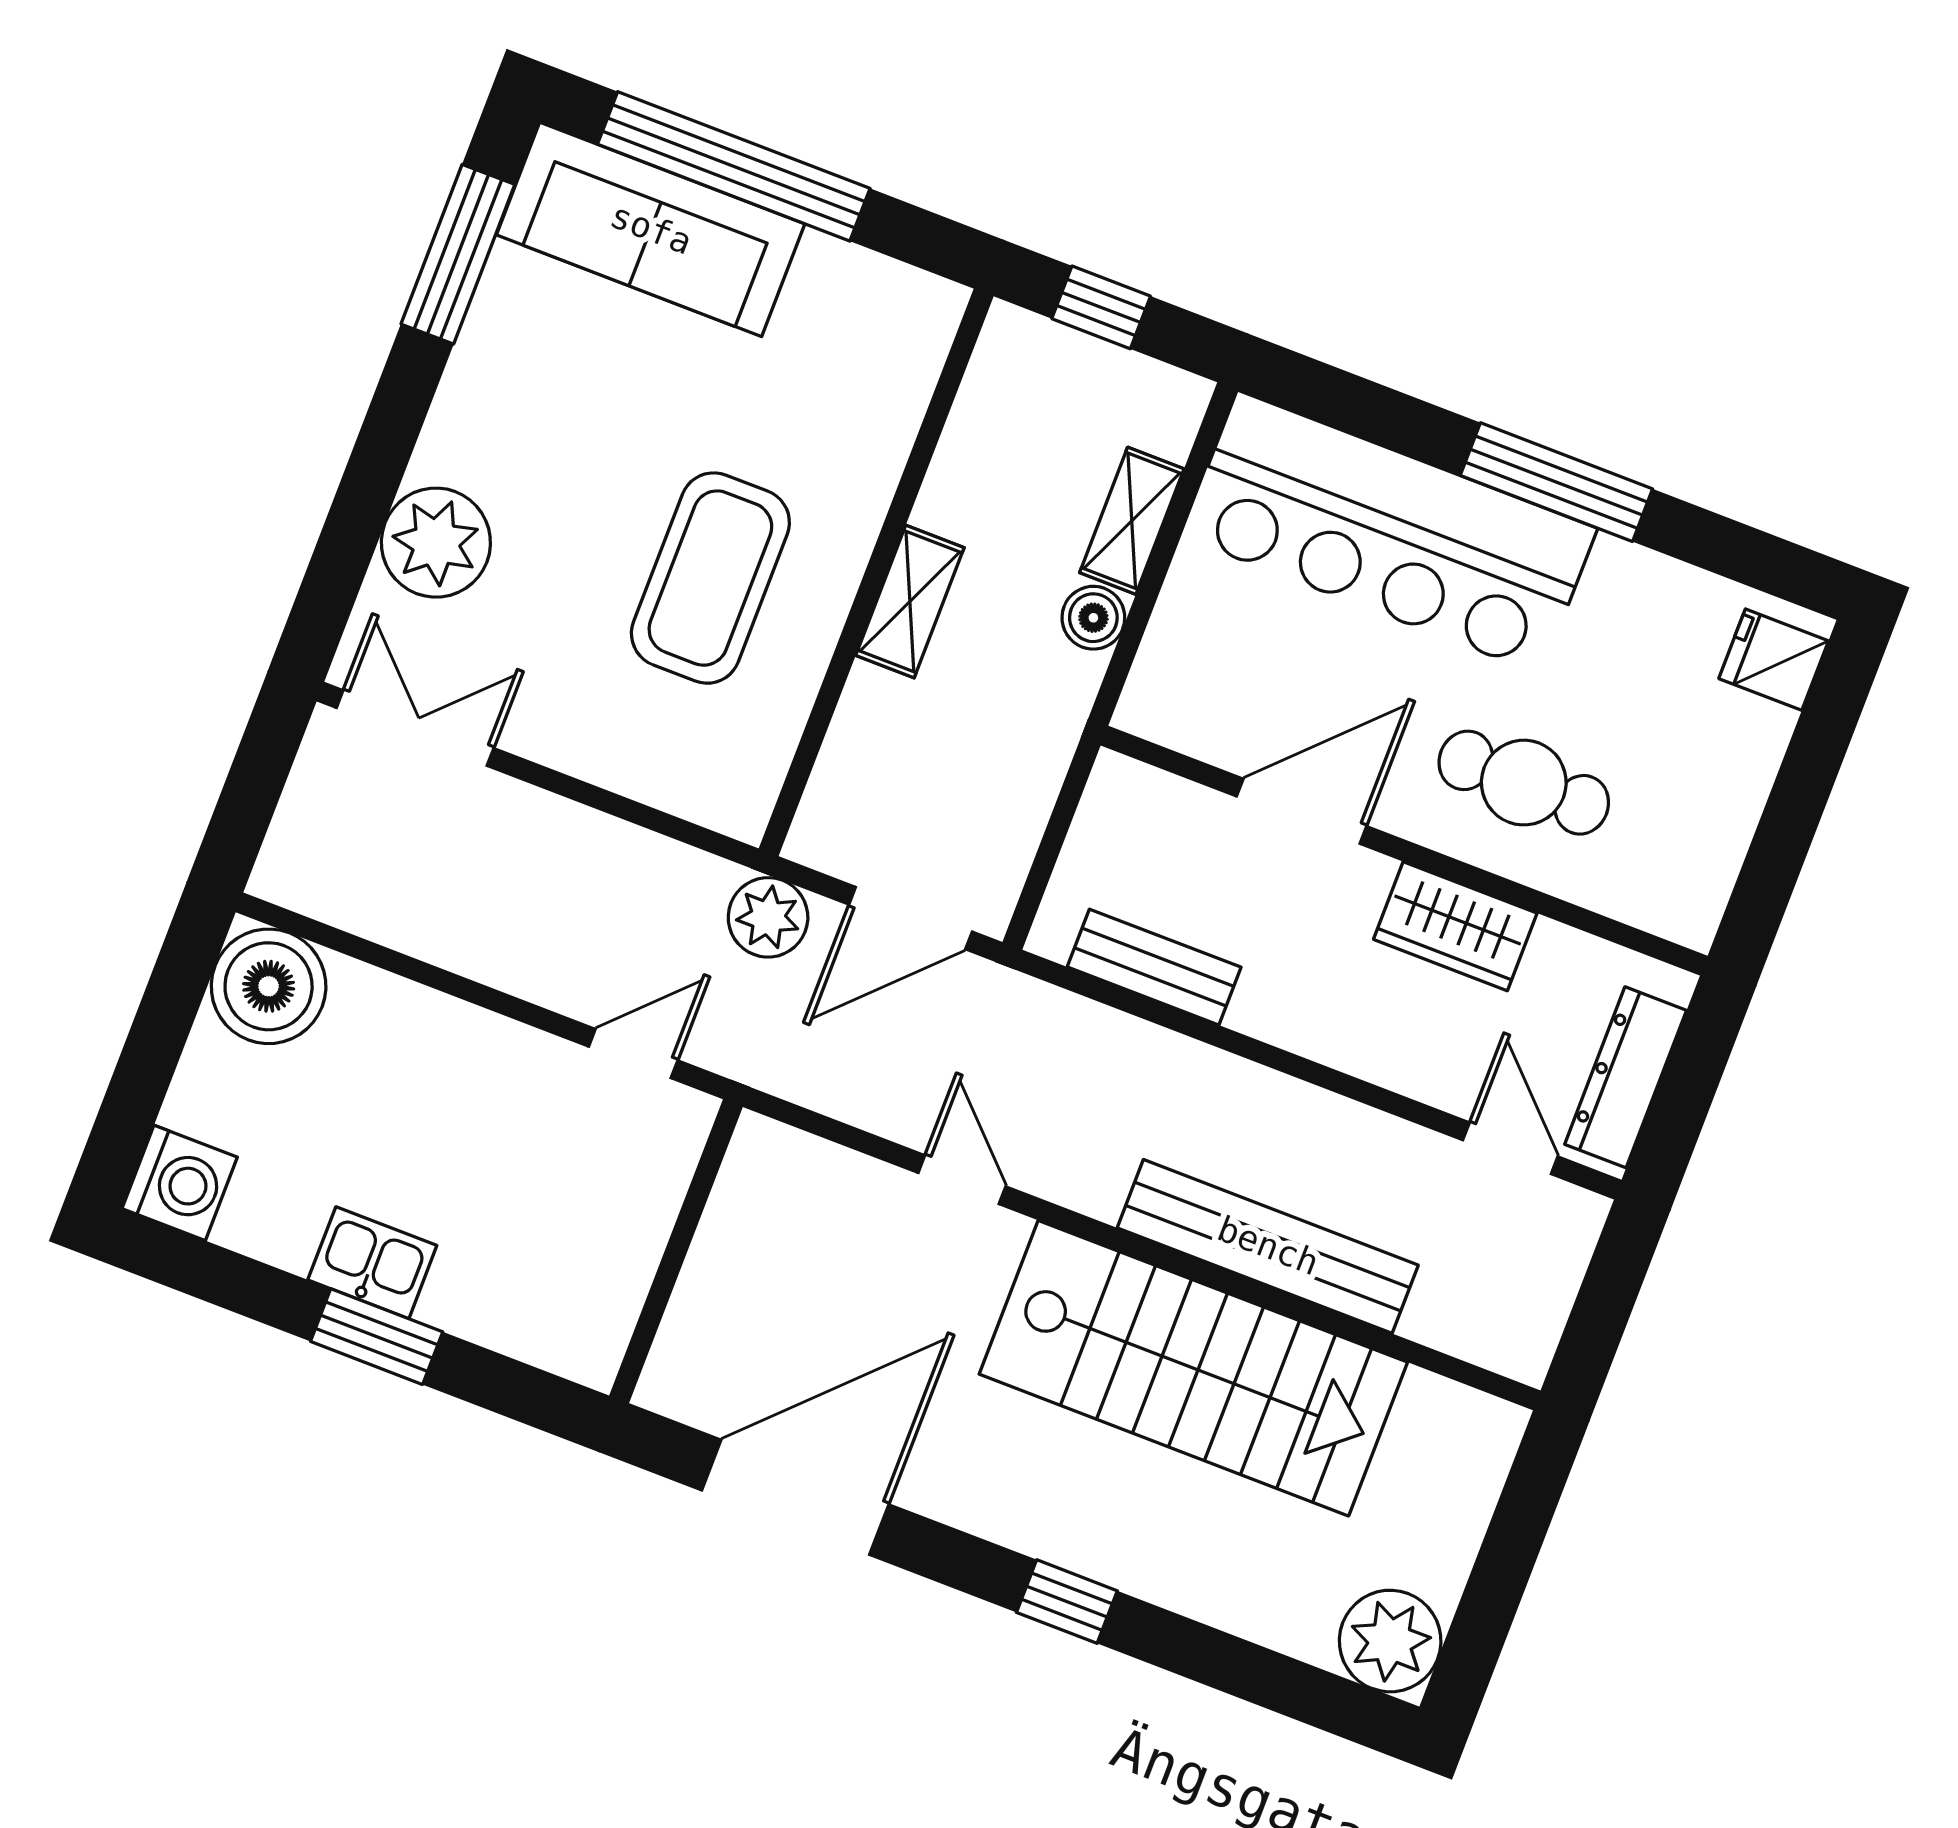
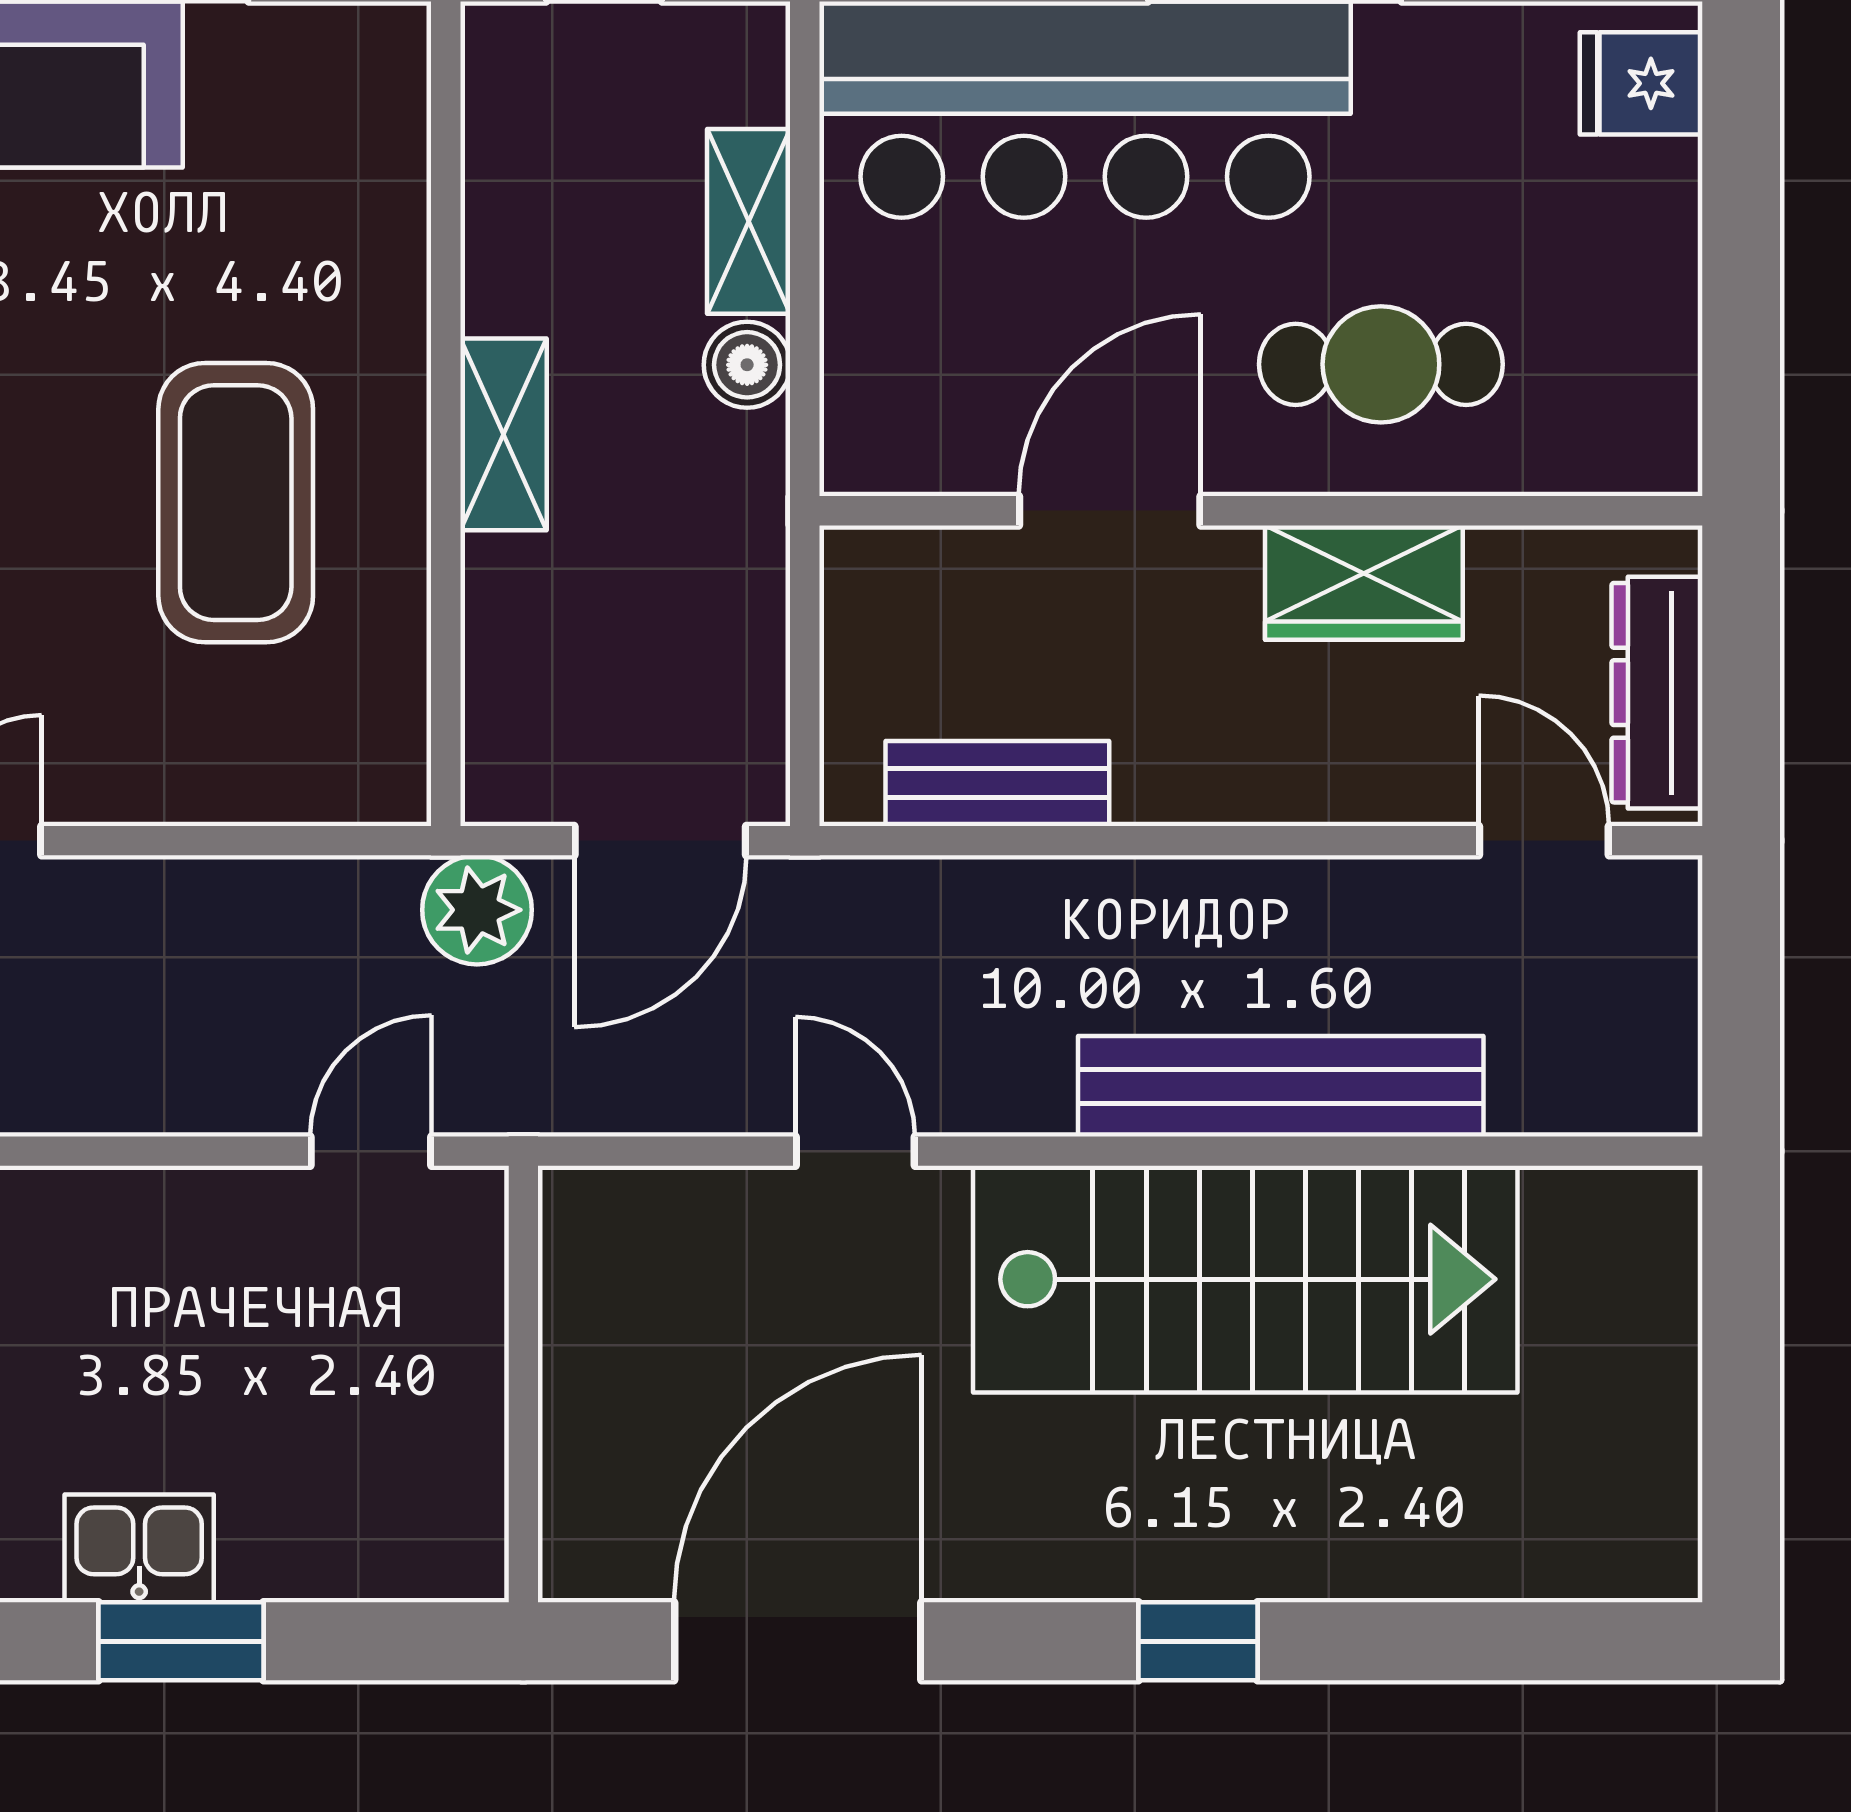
plant: (1390, 1641) -> (1632, 1533), removed

